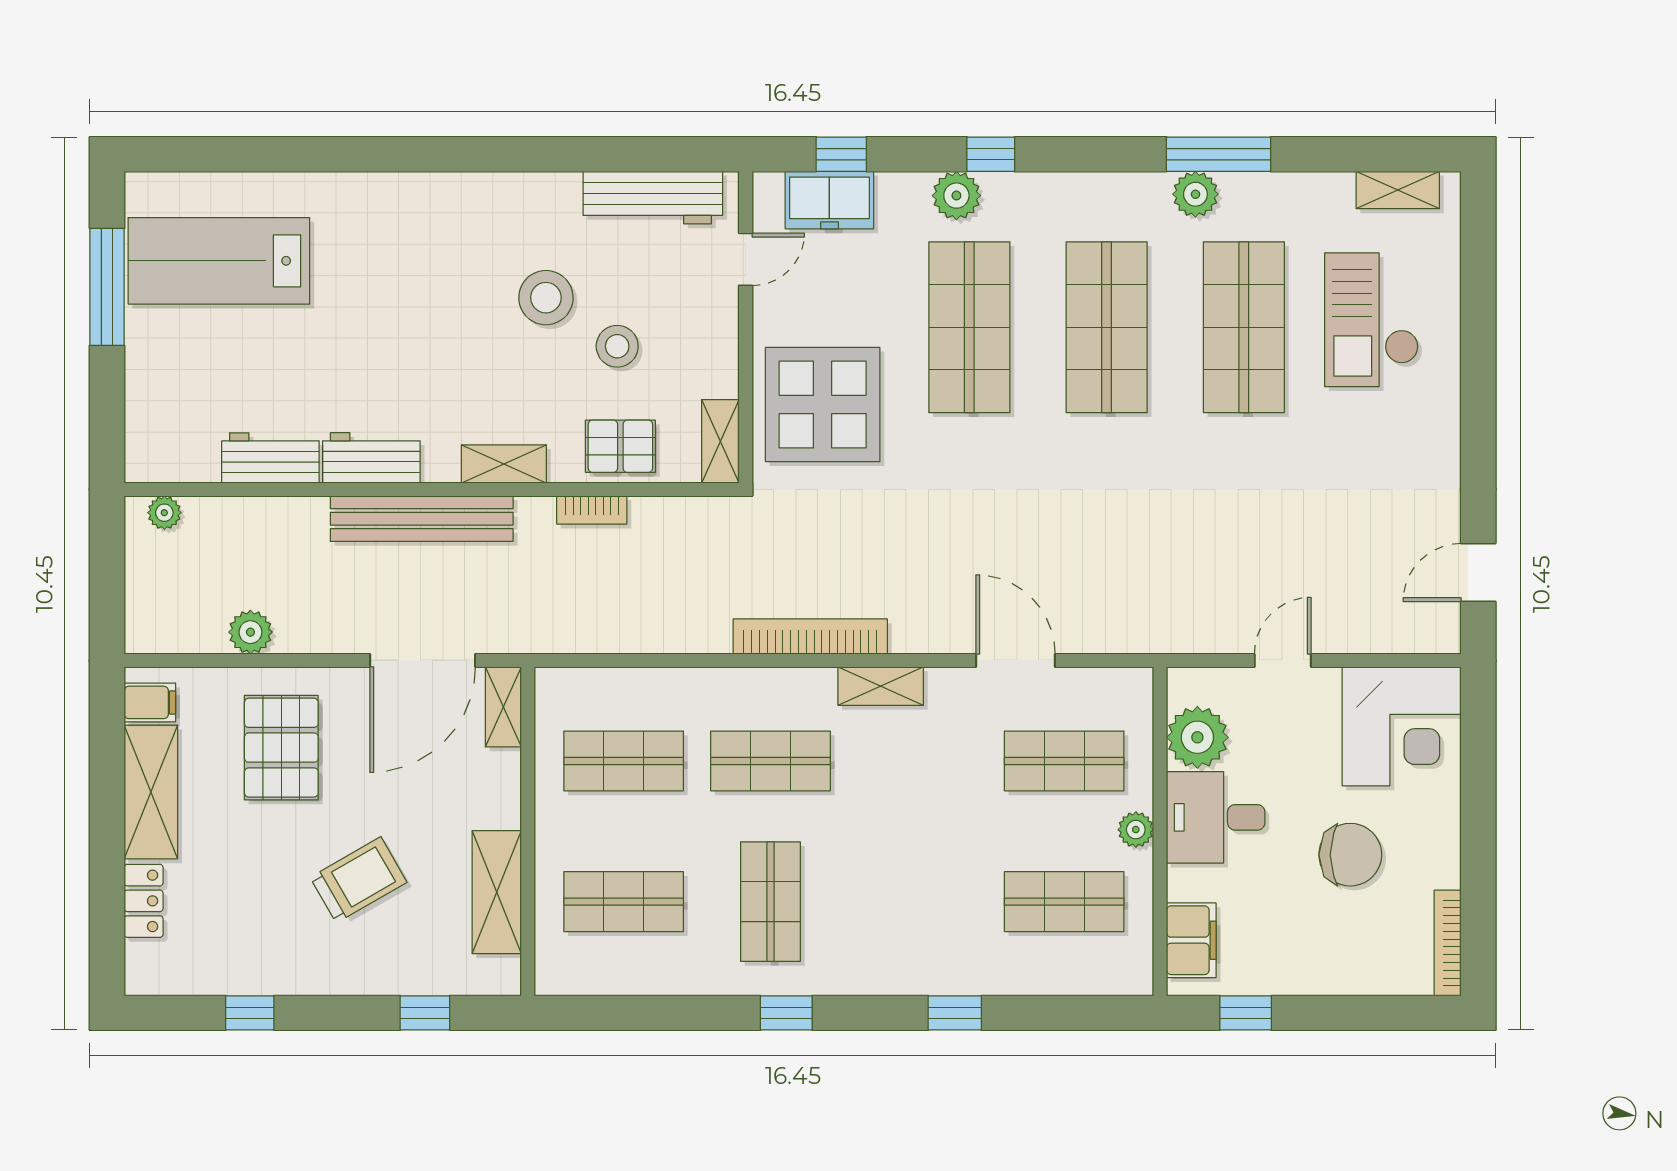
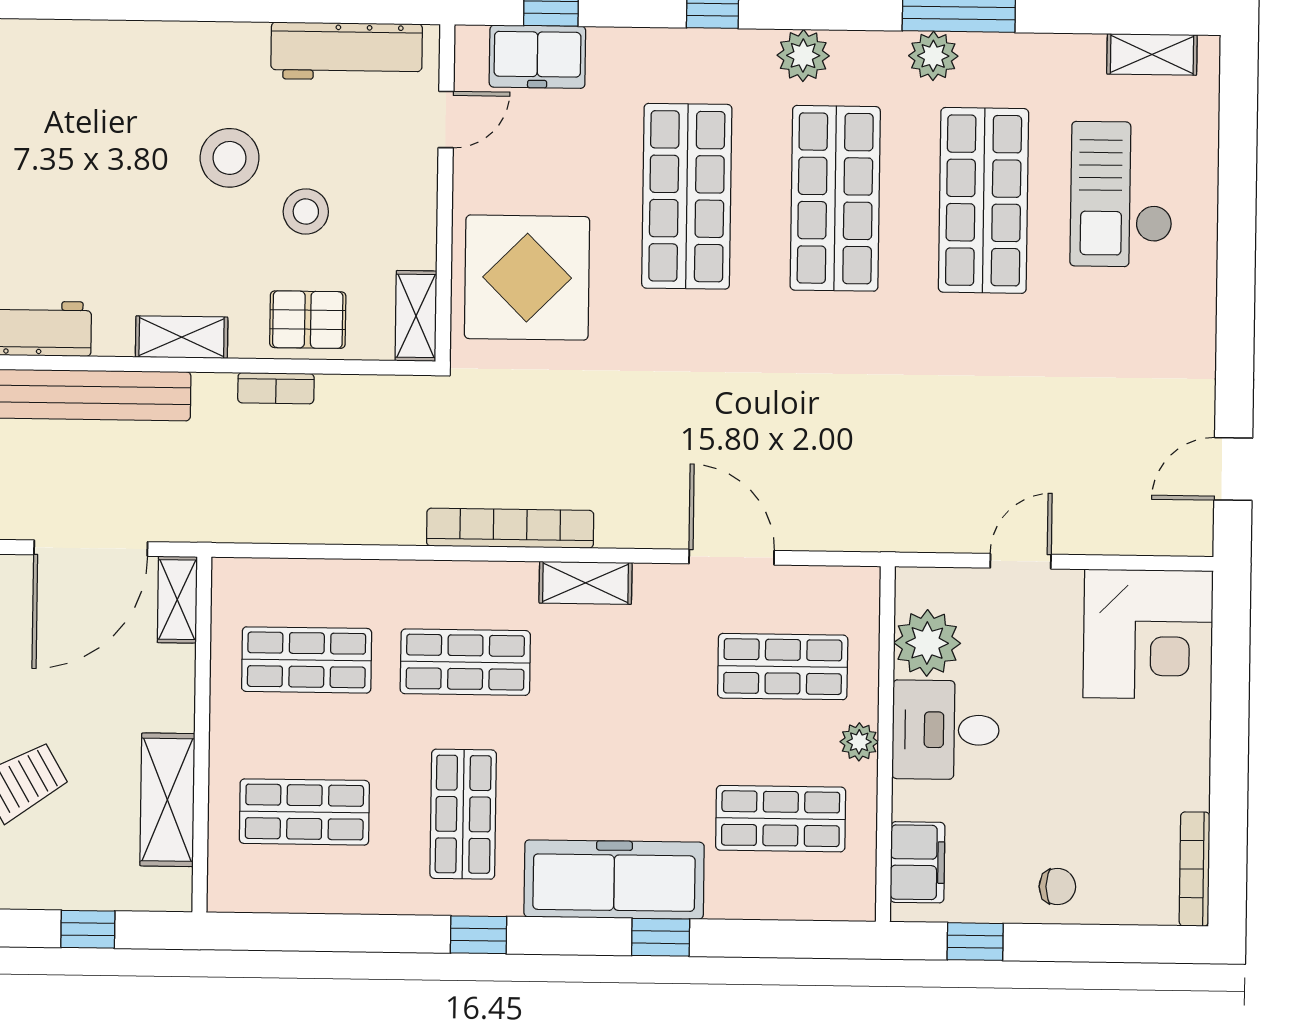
plant: (956, 196) -> (803, 56), moved
chair: (1350, 855) -> (1057, 887), moved, width x0.54, depth x0.54
freezer: (911, 960) -> (614, 880), added

